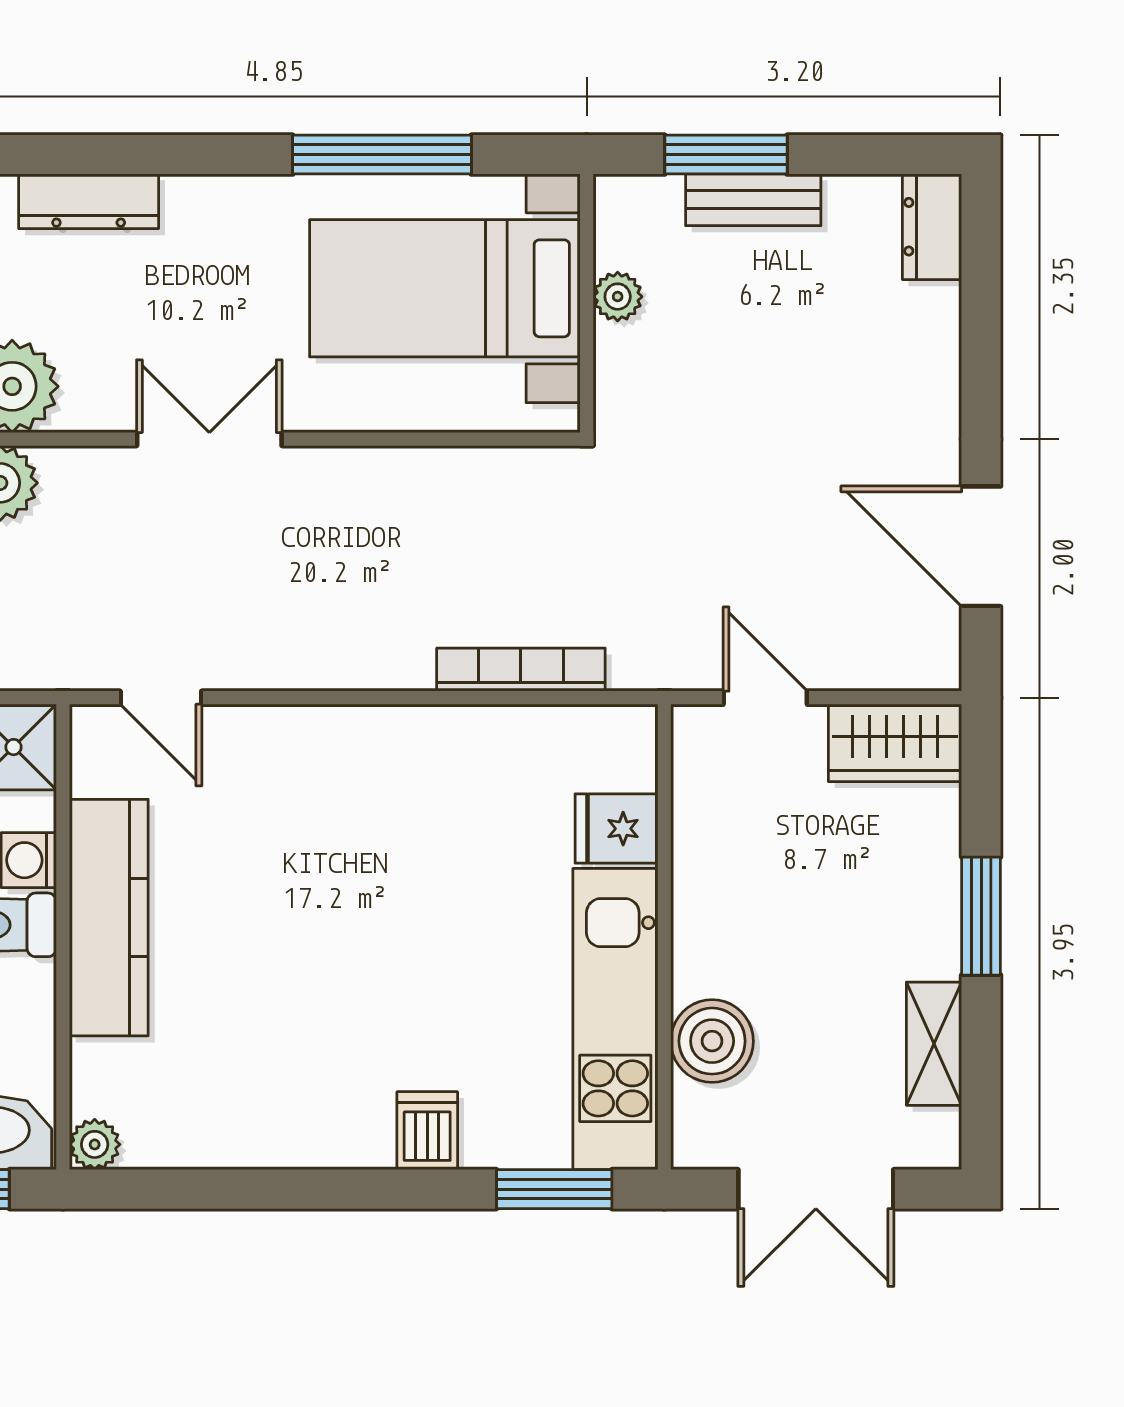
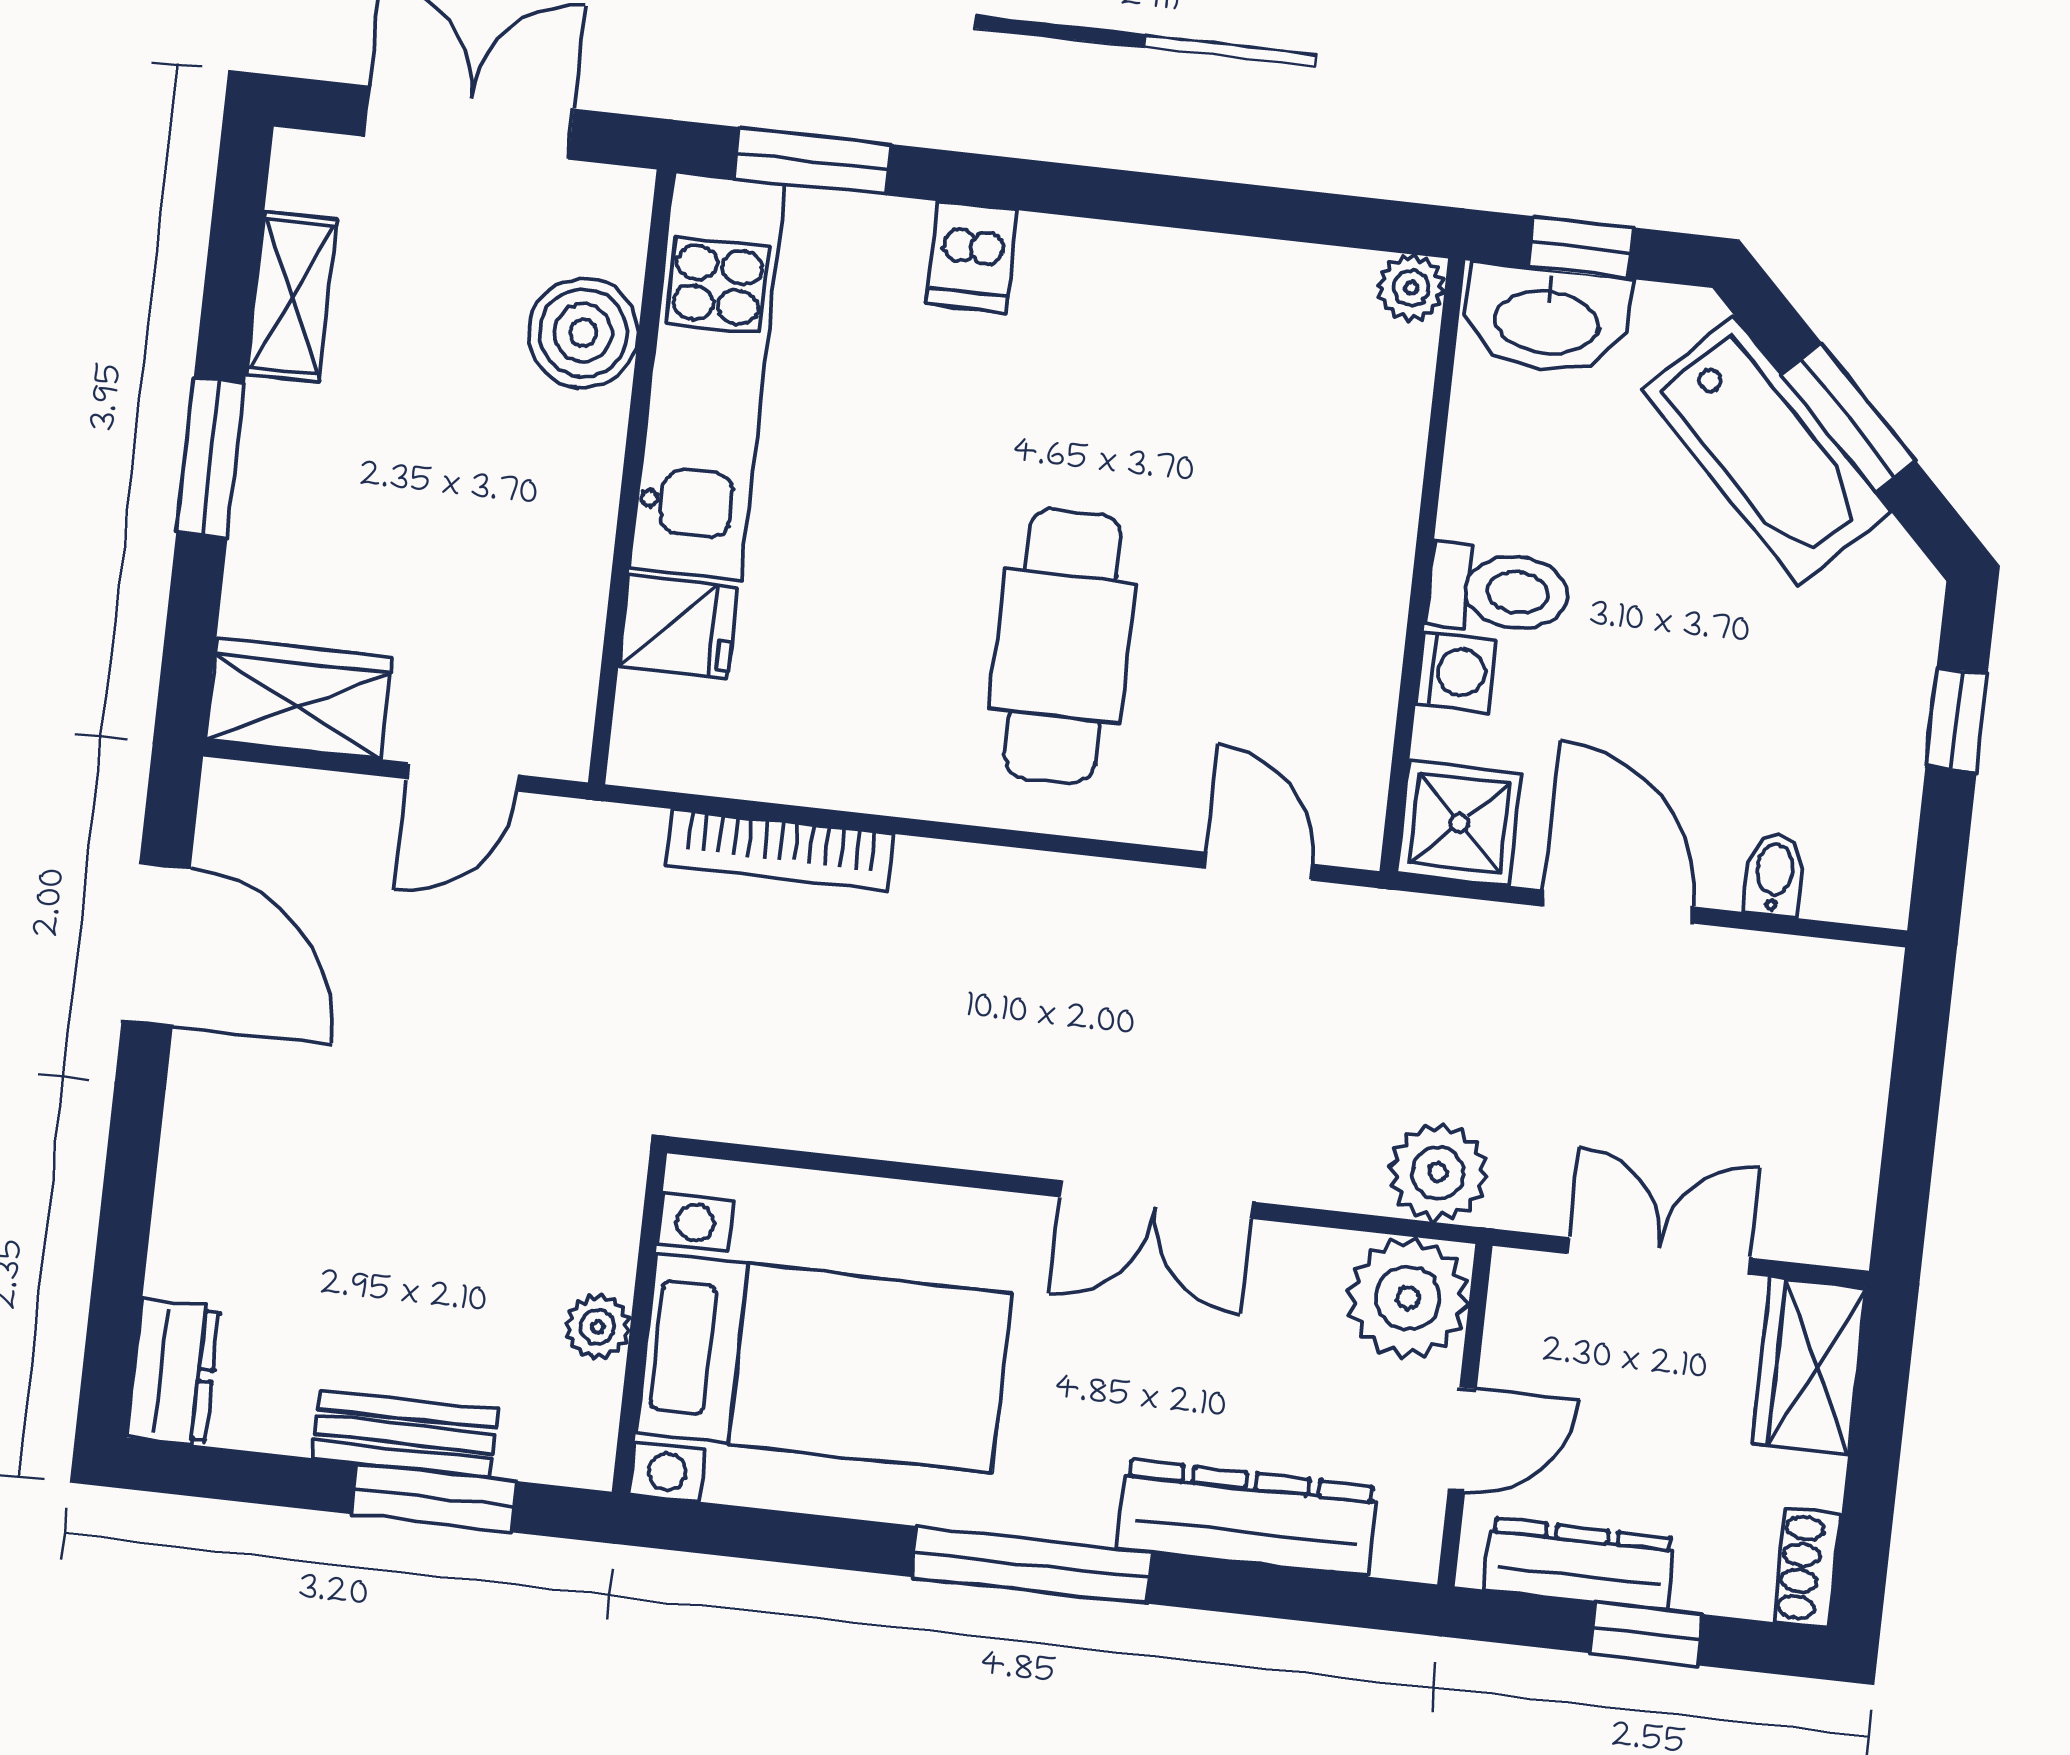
window: (382, 155) -> (1032, 1565), moved
dresser: (89, 201) -> (1247, 1518), width x1.37, depth x1.24
door: (765, 698) -> (463, 777), hinge flipped
cafe table: (326, 846) -> (1062, 646), added
kitchen counter: (109, 918) -> (1359, 585), removed

